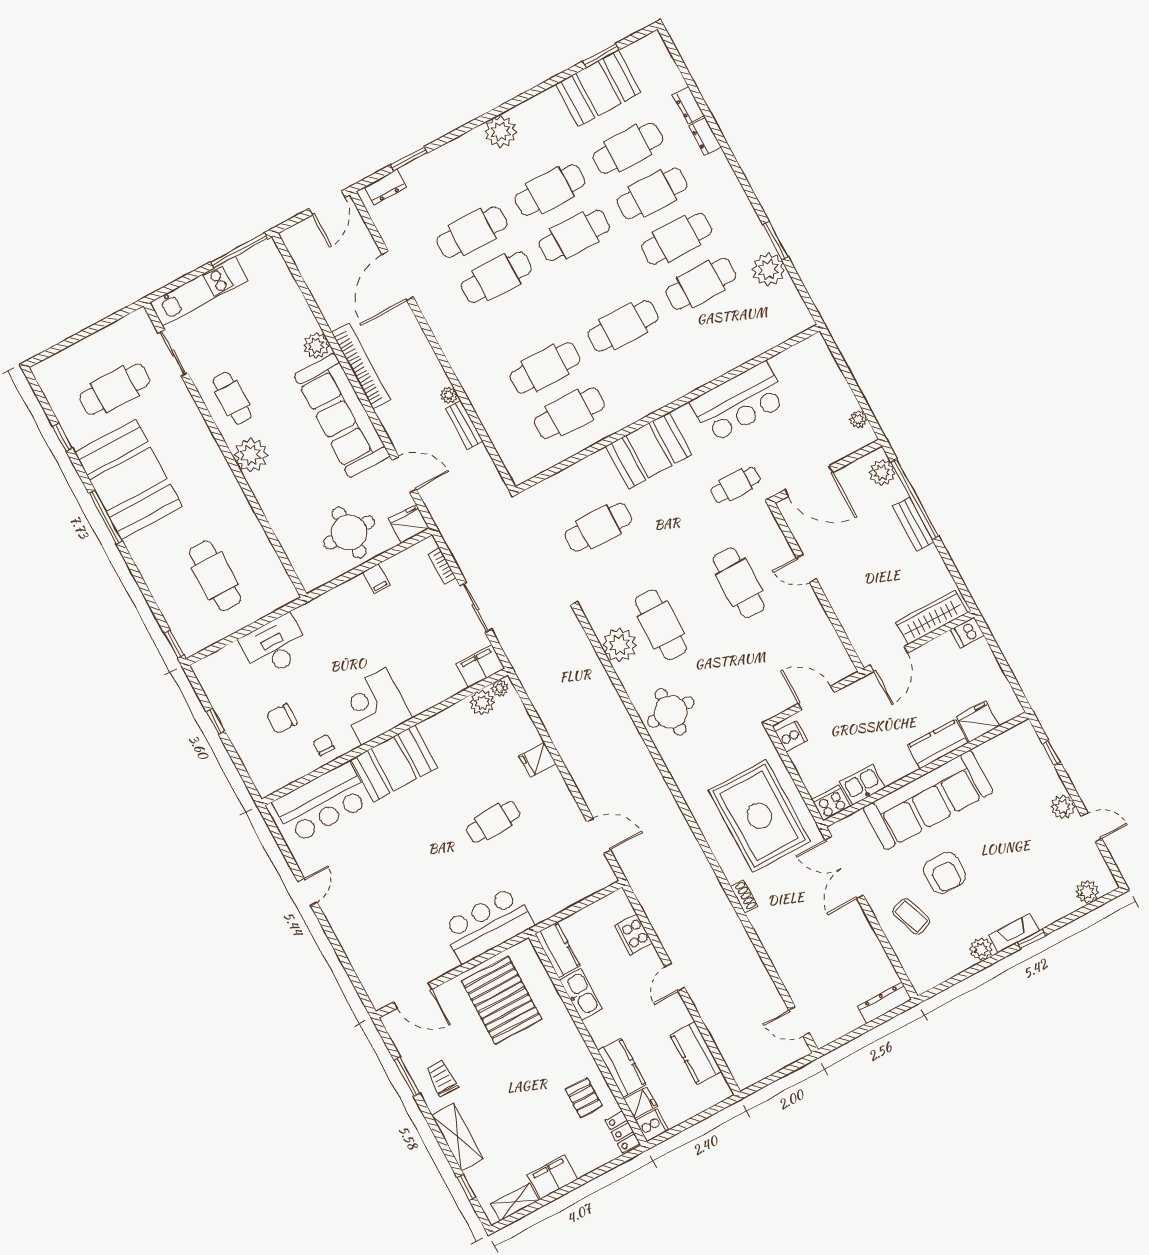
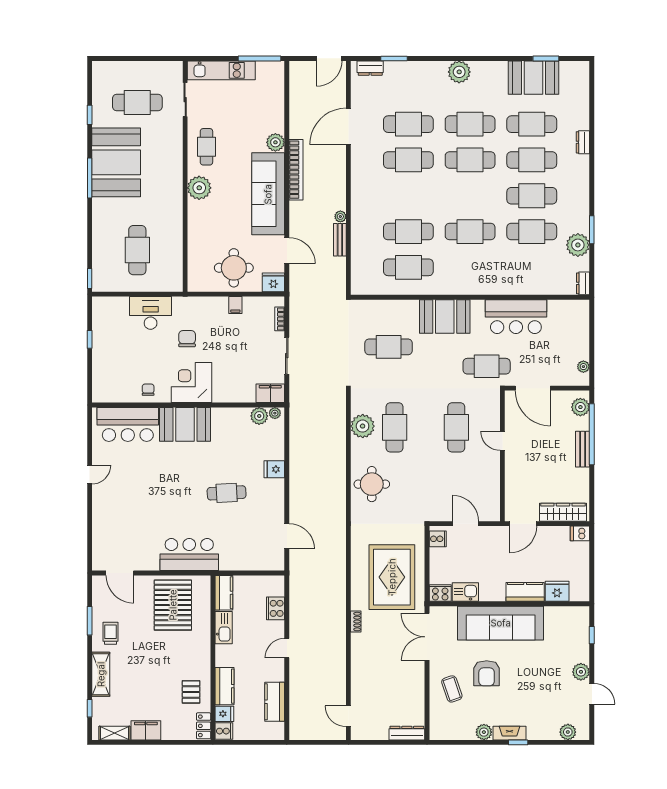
dresser: (688, 105) -> (583, 283), moved
cafe table: (735, 485) -> (487, 366), width x1.37, depth x1.35
chair: (282, 719) -> (187, 339), moved, turned 88

